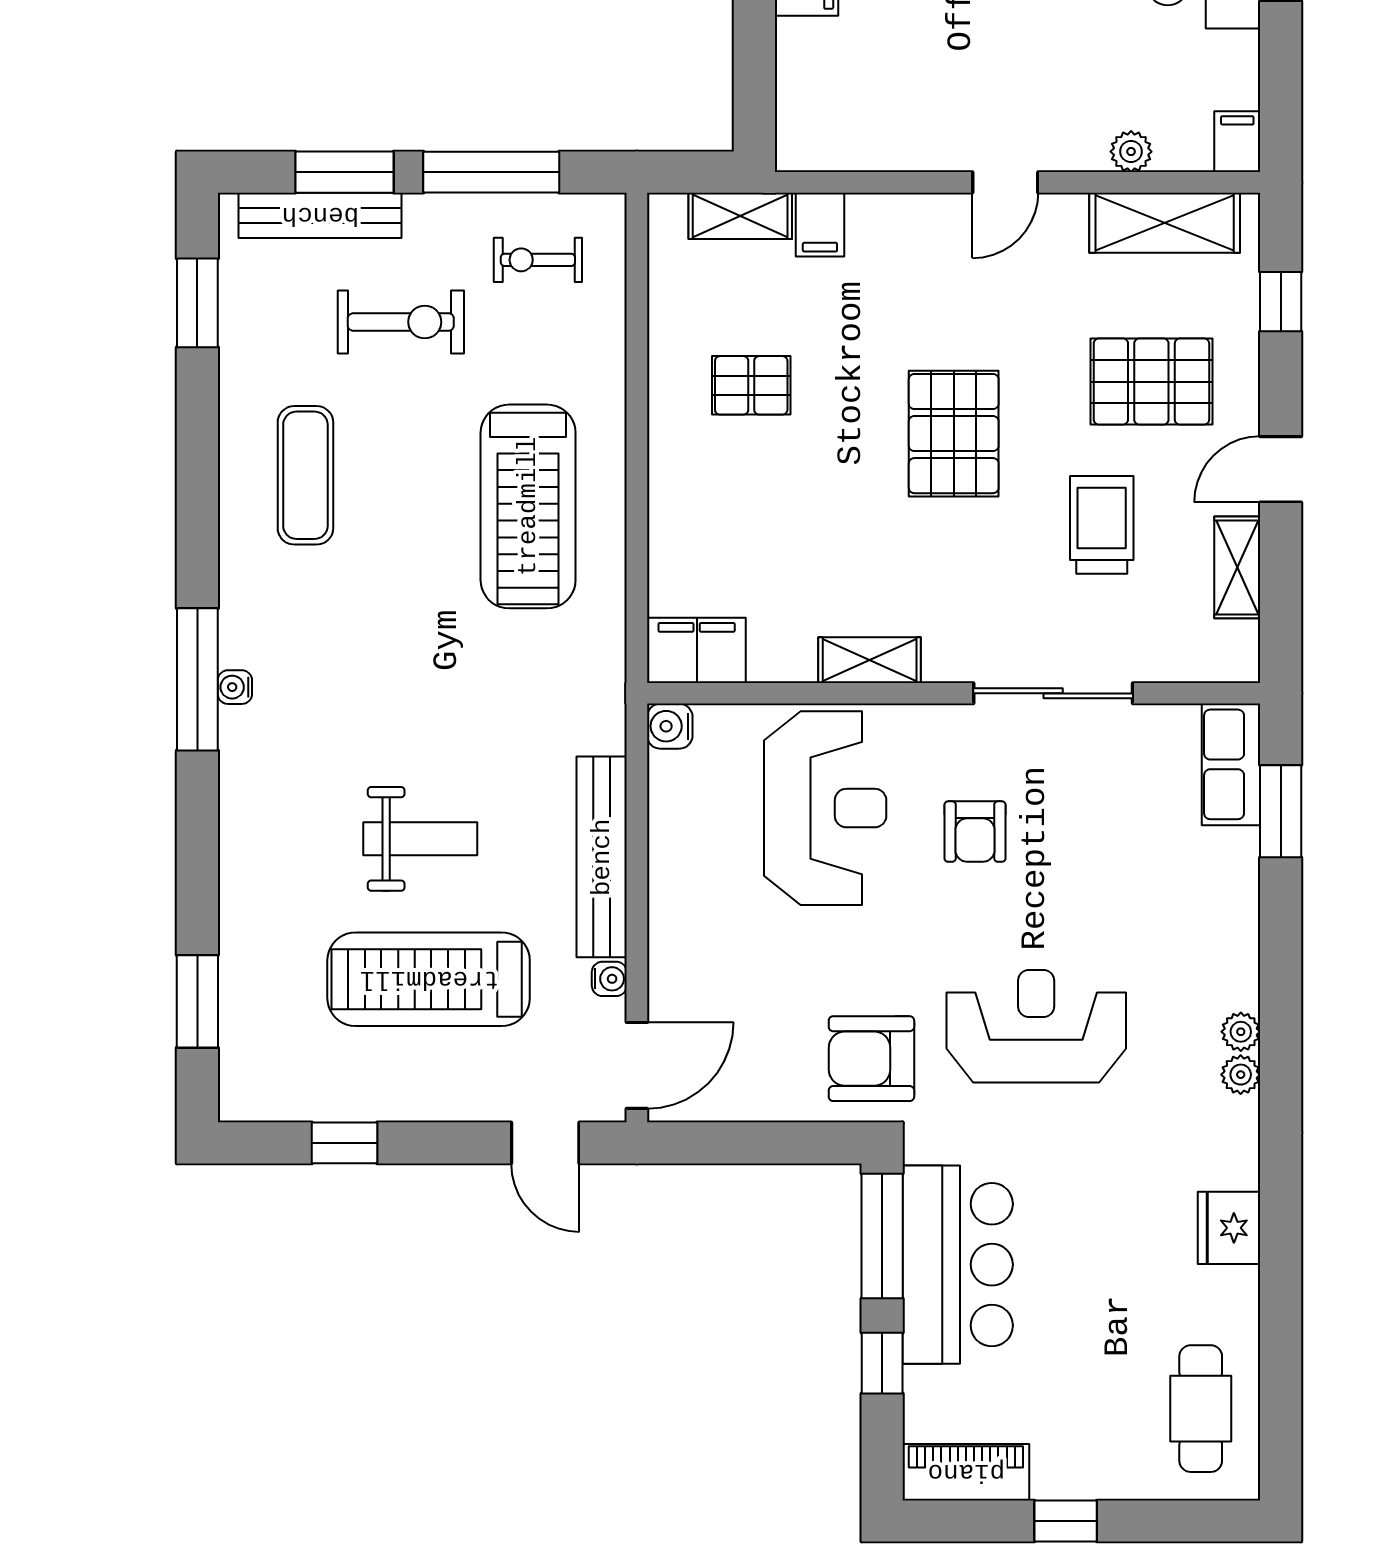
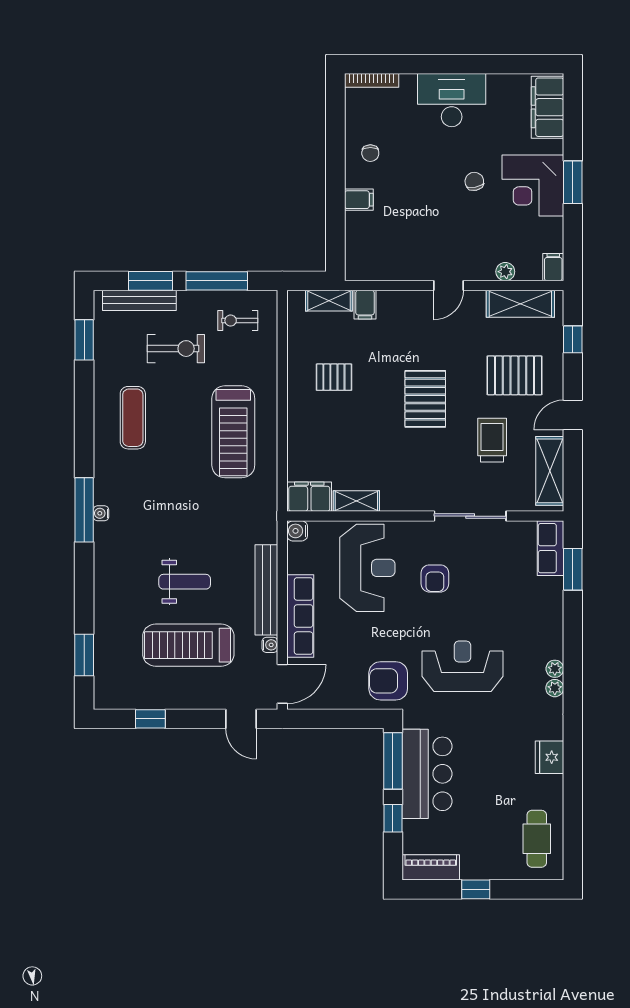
shelving: (1237, 567) -> (550, 471), width x1.50, depth x1.33
shelving: (870, 660) -> (356, 501), moved
row of seats: (677, 915) -> (300, 616), added

